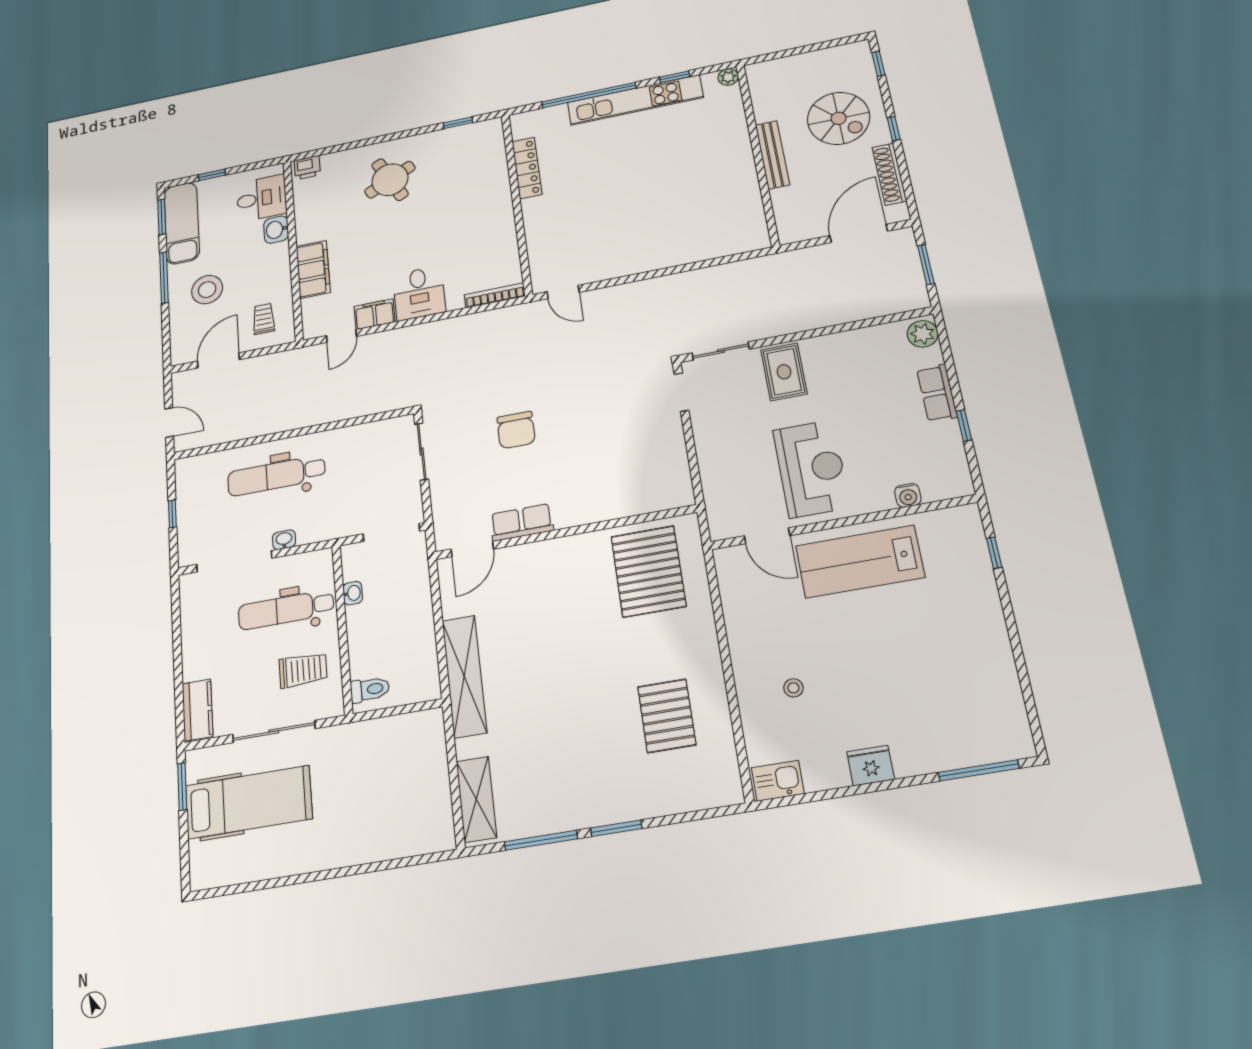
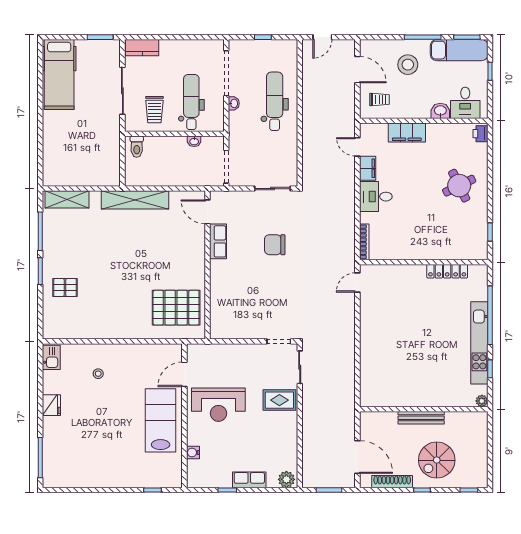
pallet: (667, 716) -> (65, 287), moved, width x0.67, depth x0.71
hospital bed: (249, 802) -> (59, 74), moved

